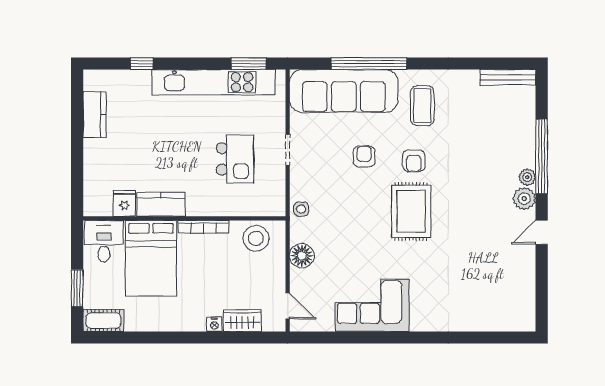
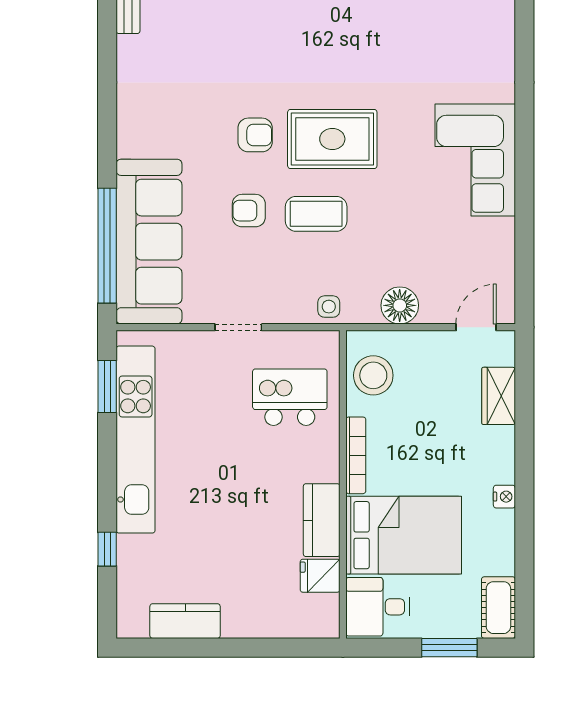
window: (369, 64) -> (107, 246), moved
coffee table: (422, 106) -> (316, 214), moved
kitchen island: (235, 159) -> (290, 397), moved
corner sofa: (372, 305) -> (475, 160), moved
nightstand: (214, 324) -> (504, 497), moved

